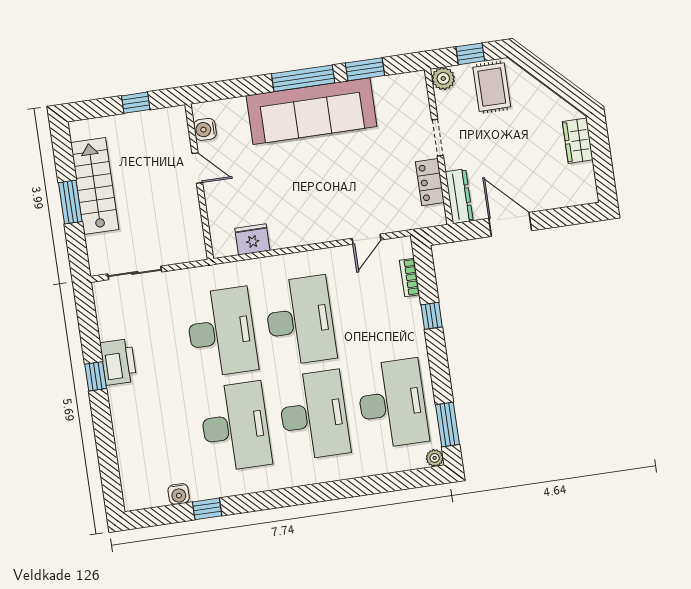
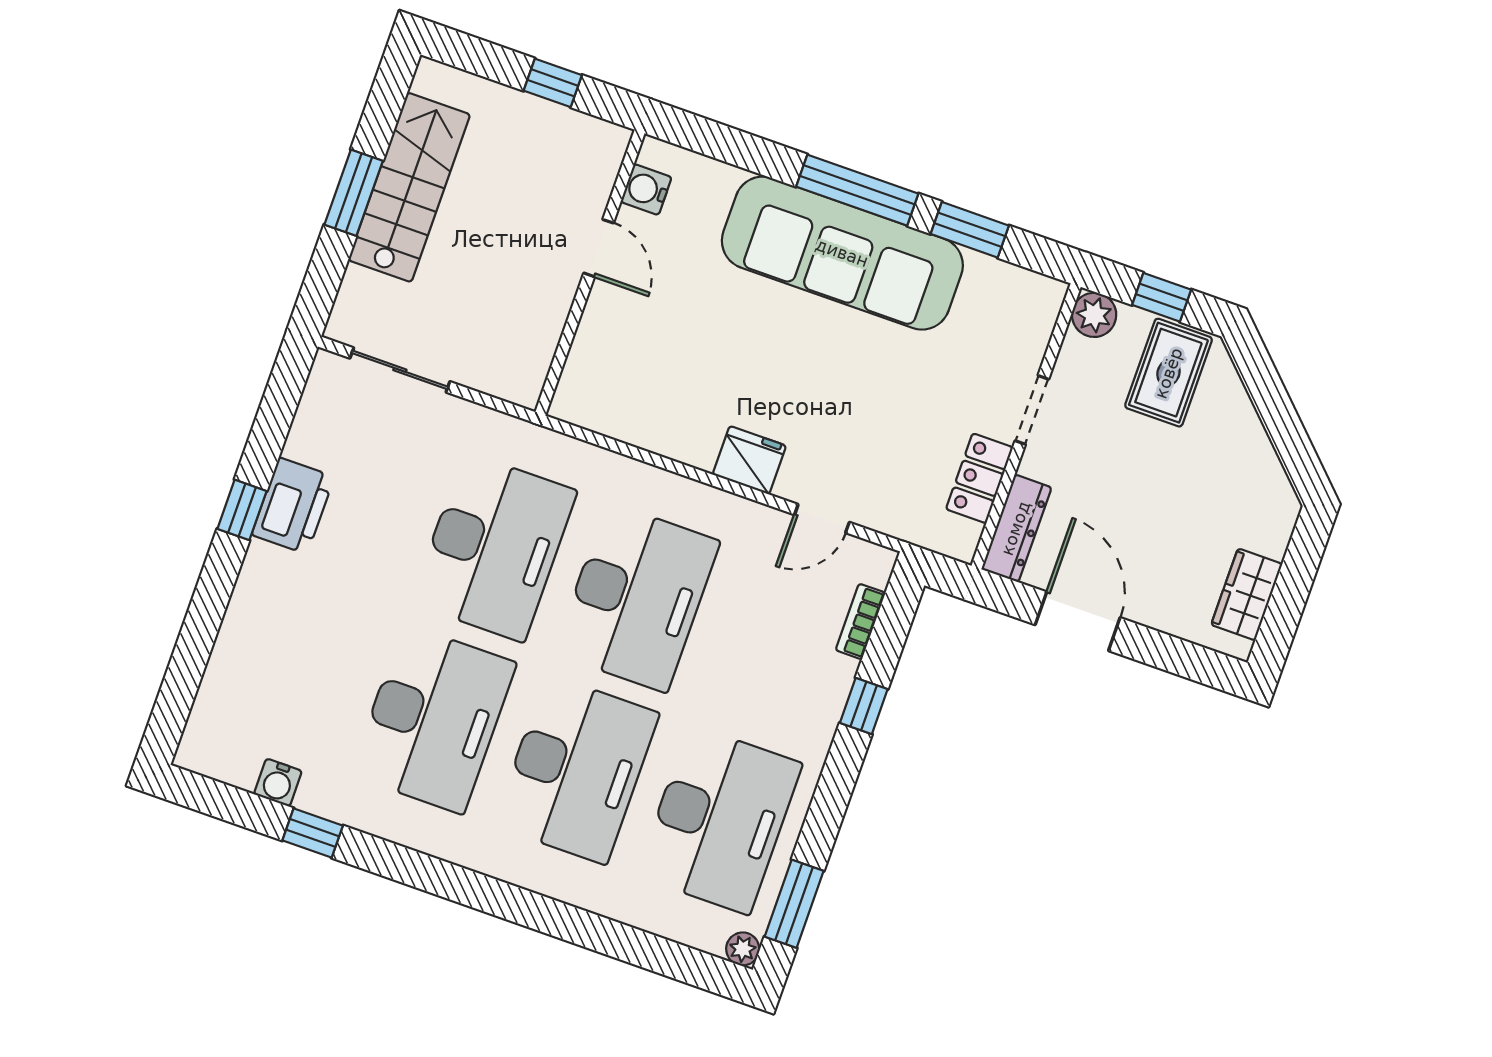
wardrobe: (578, 141) -> (1247, 594), moved
fridge: (252, 239) -> (749, 460), moved

